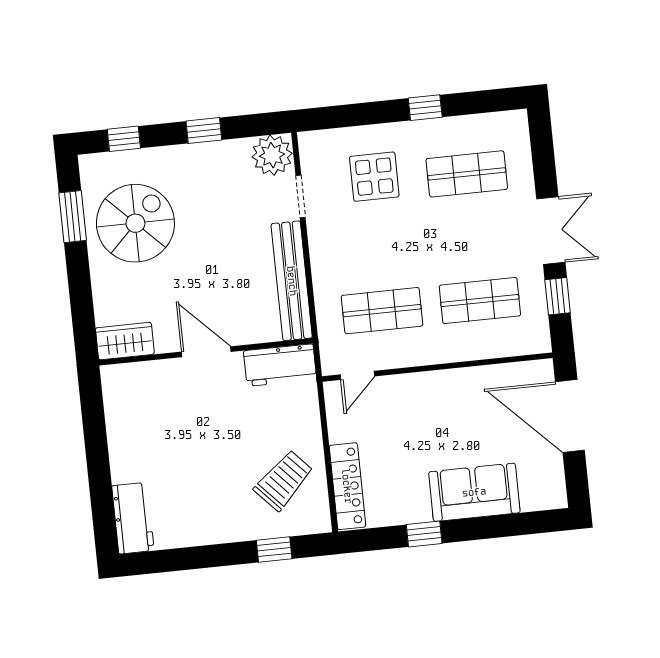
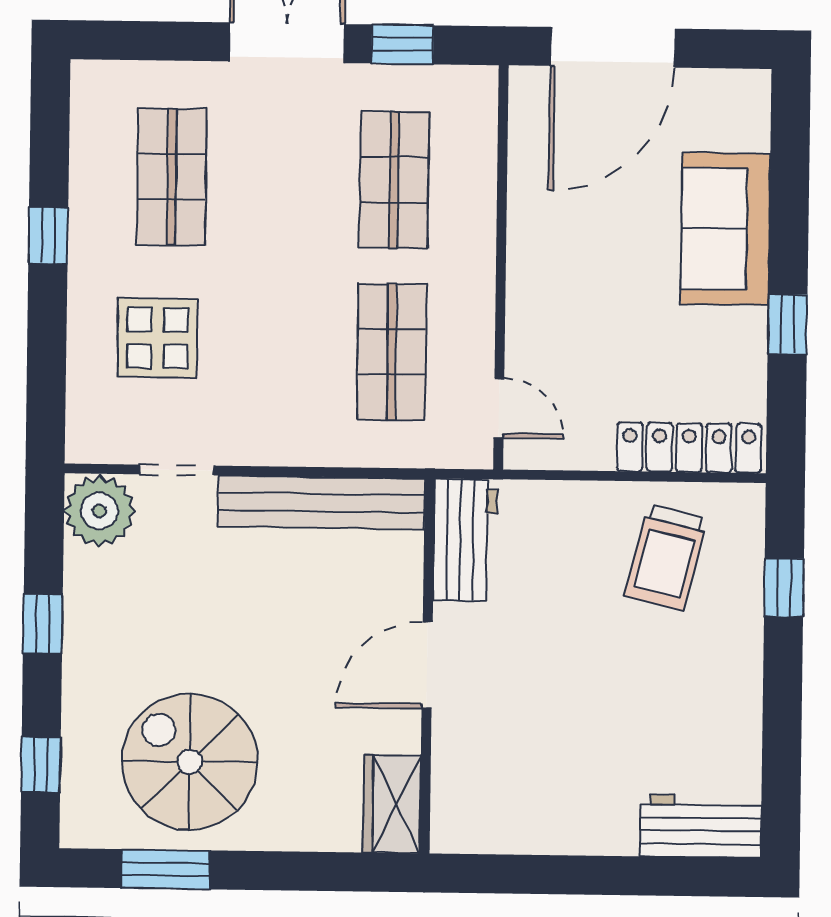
trolley: (283, 480) -> (666, 557), turned -123

